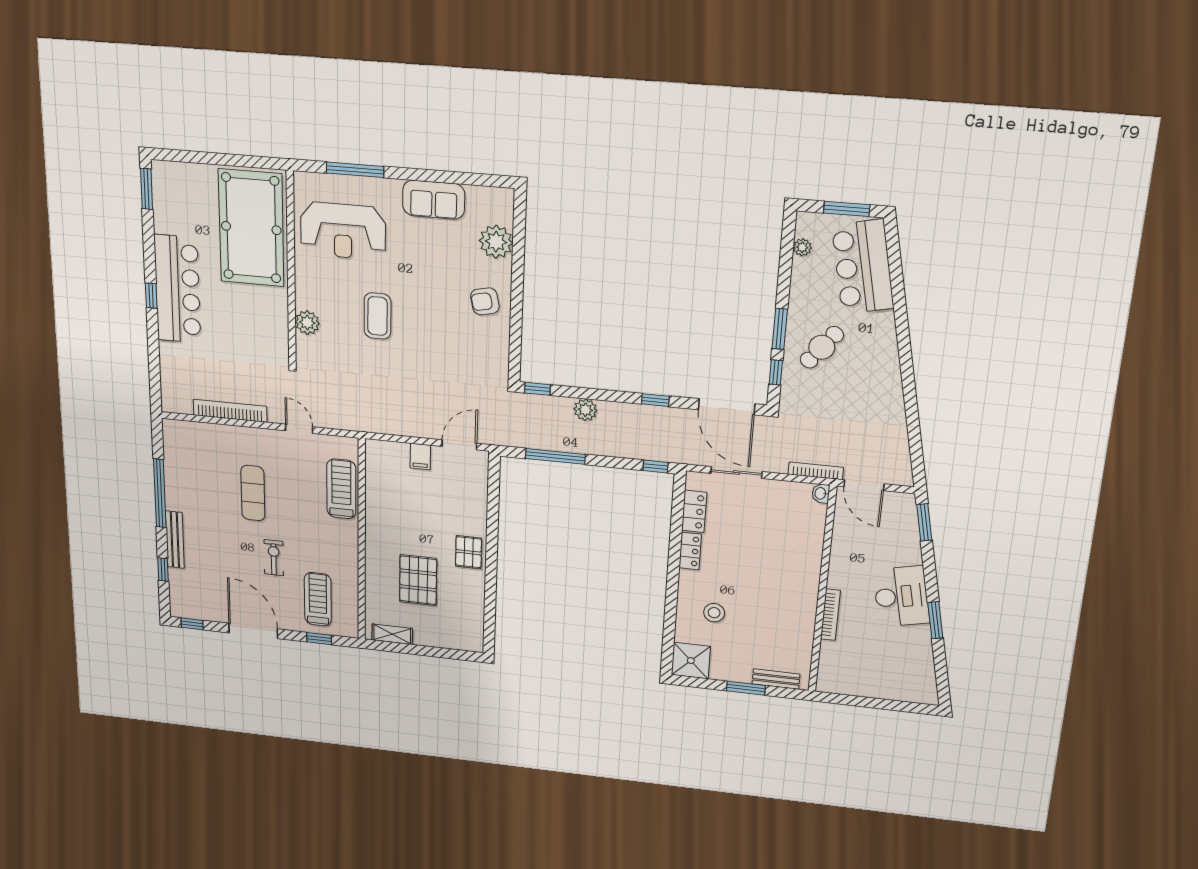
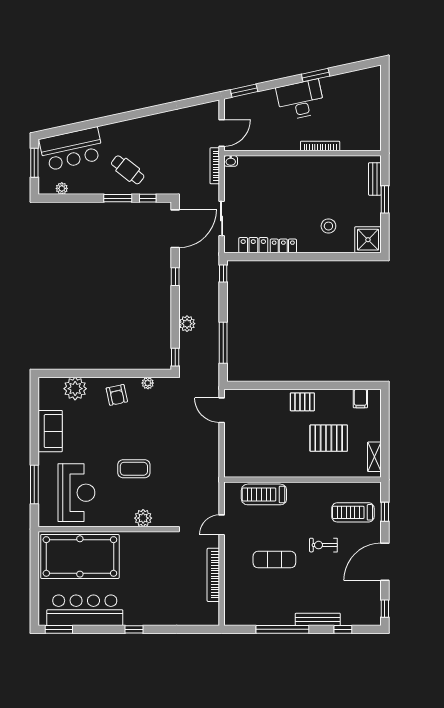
bar counter: (177, 289) -> (85, 610), moved
plant: (501, 347) -> (148, 383), added
filing cabinet: (420, 457) -> (360, 398), moved, turned 90

